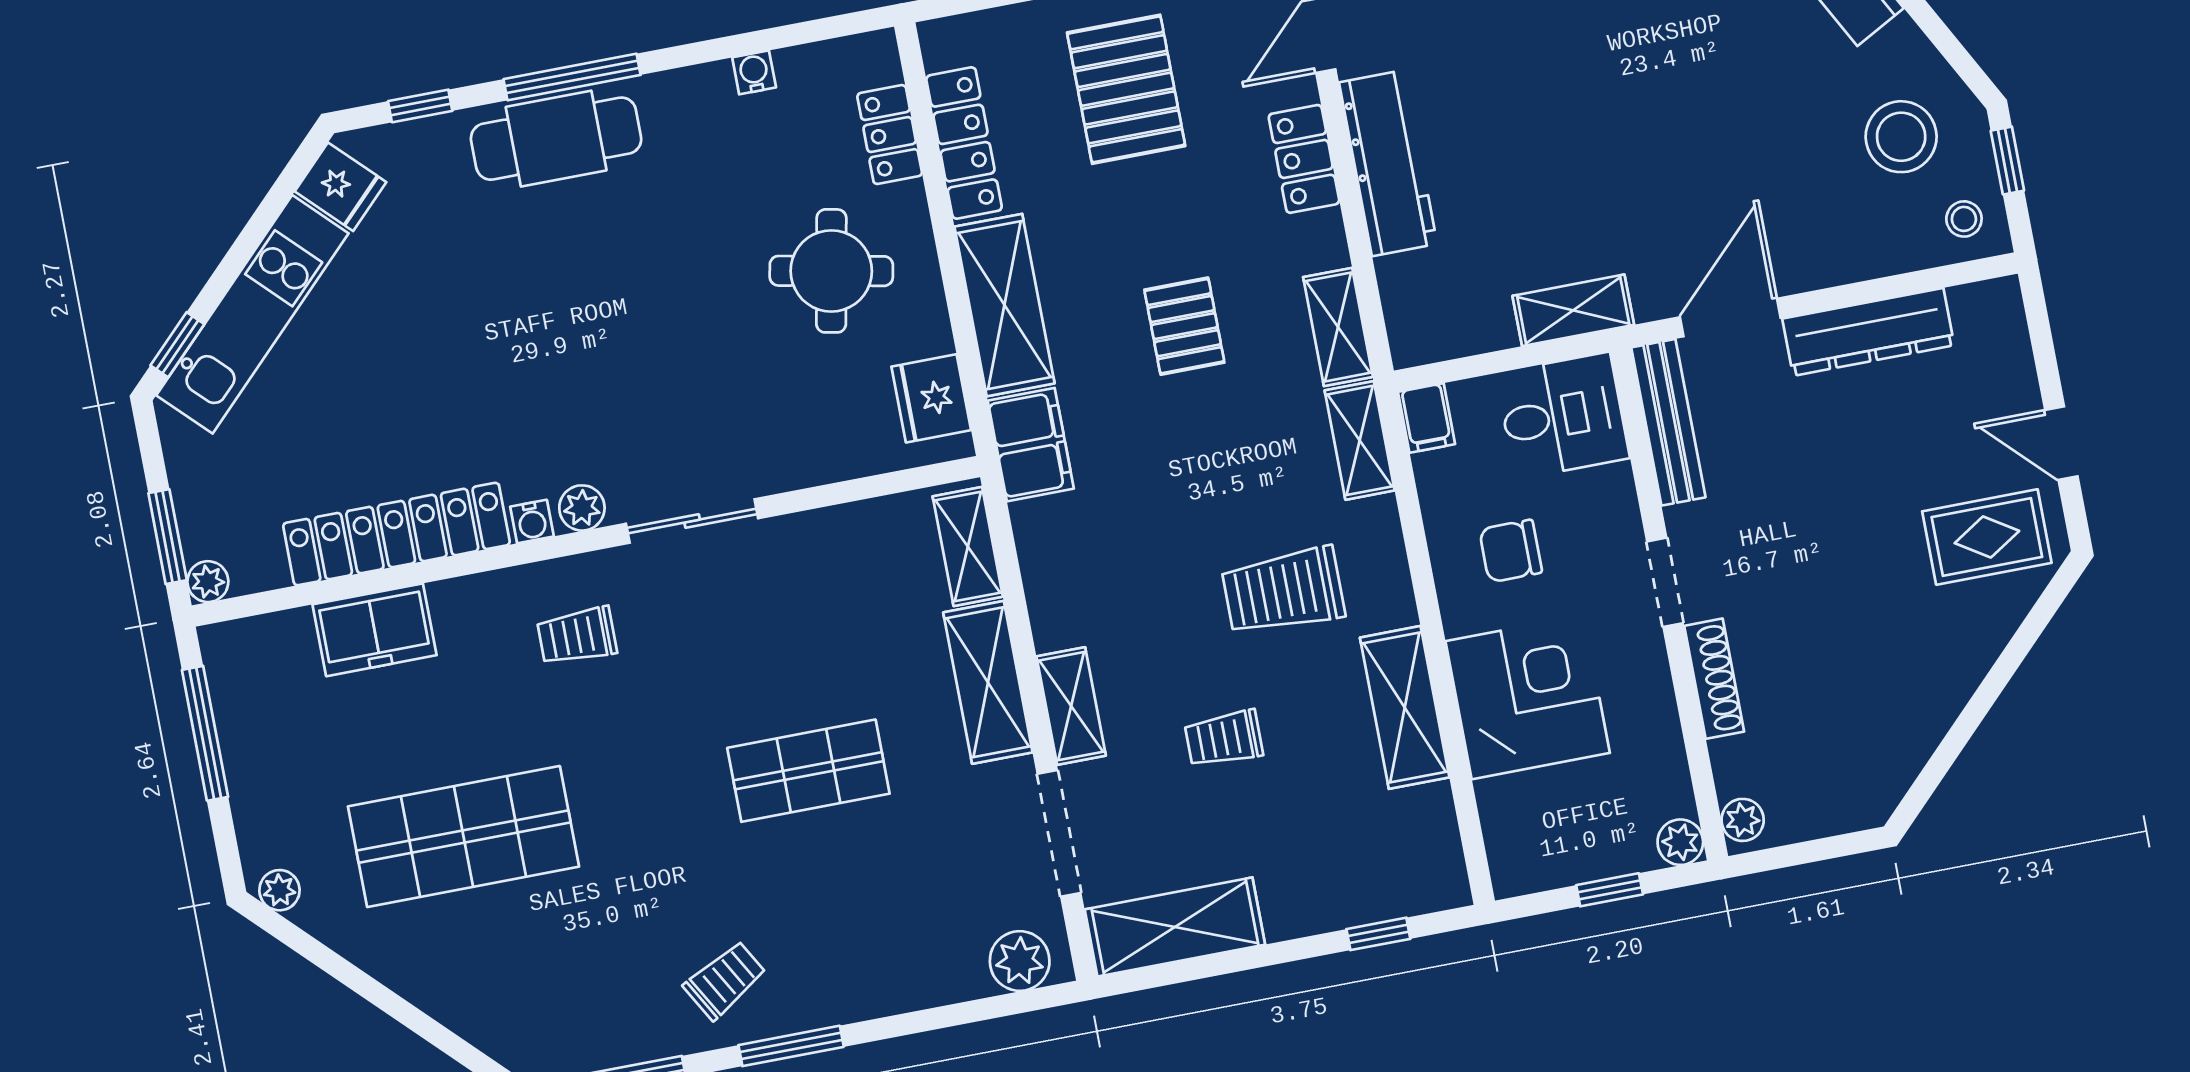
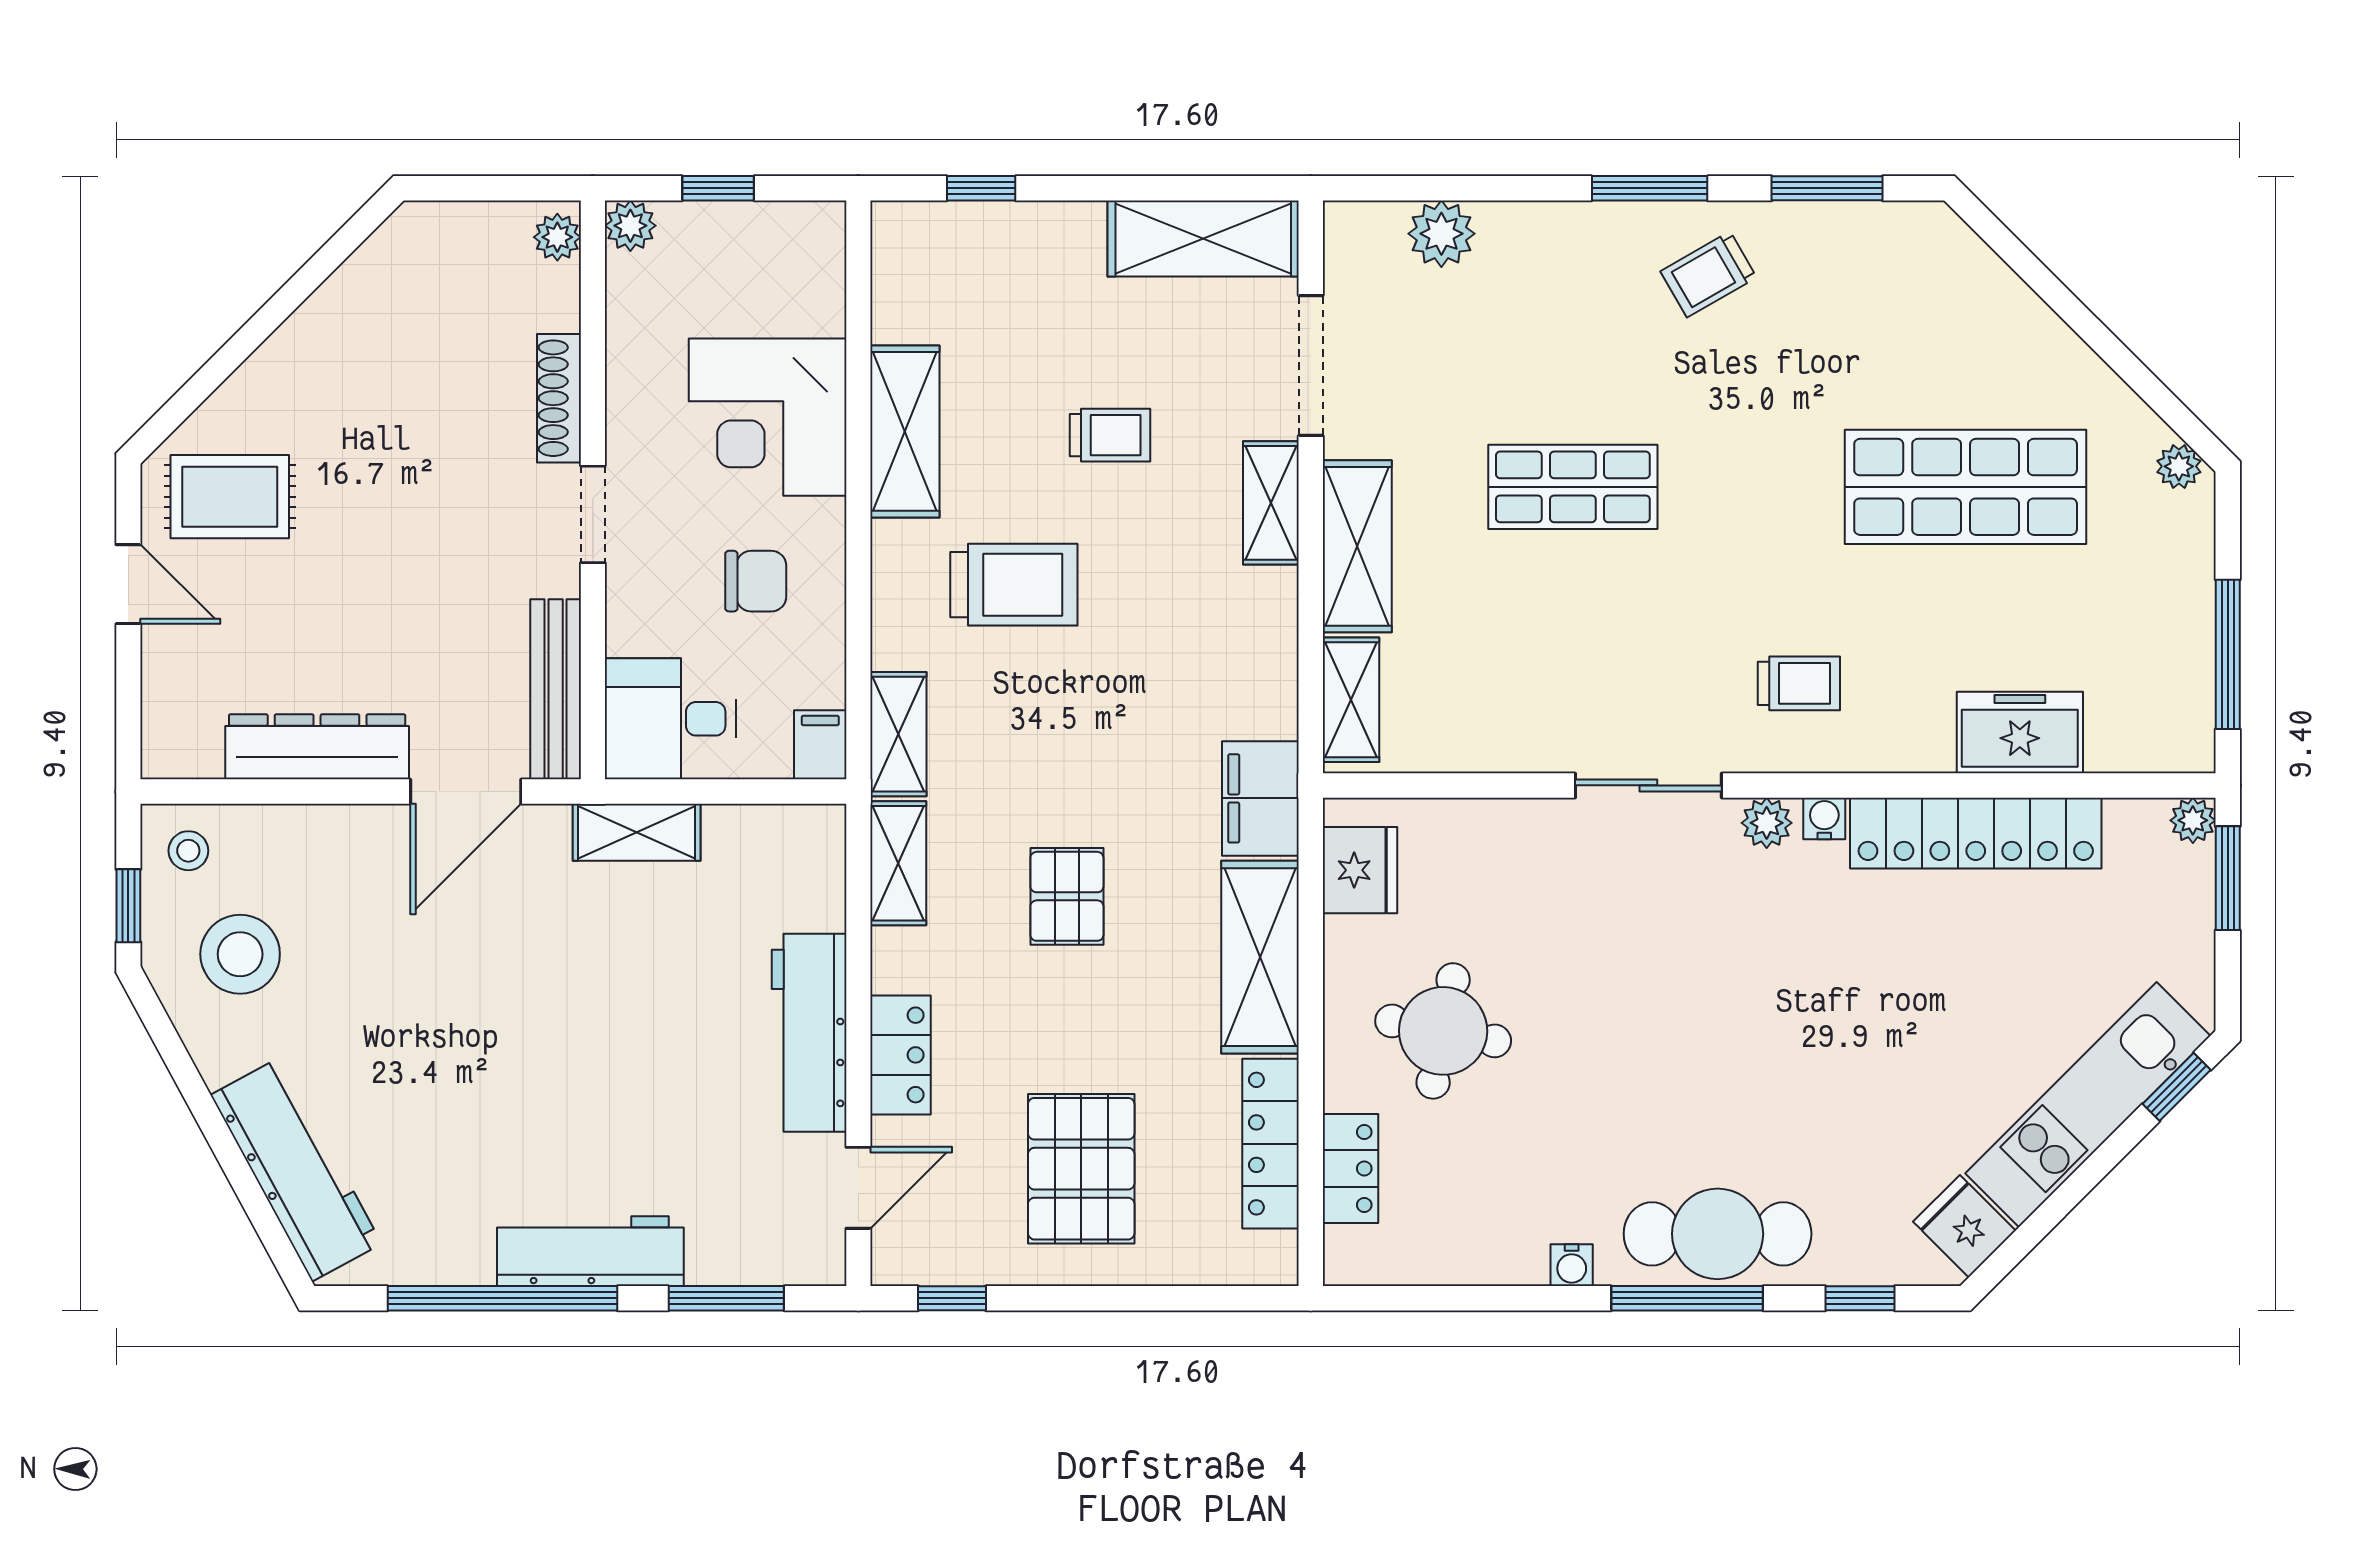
water cooler: (754, 72) -> (1572, 1265), moved
plant: (1020, 961) -> (1441, 234), moved

